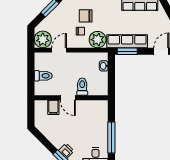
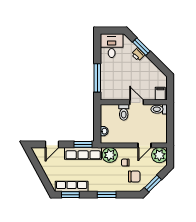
chair: (86, 16) -> (134, 176), moved
toilet: (43, 76) -> (159, 109), moved
filing cabinet: (53, 107) -> (160, 94), moved
window: (111, 138) -> (97, 78), moved

